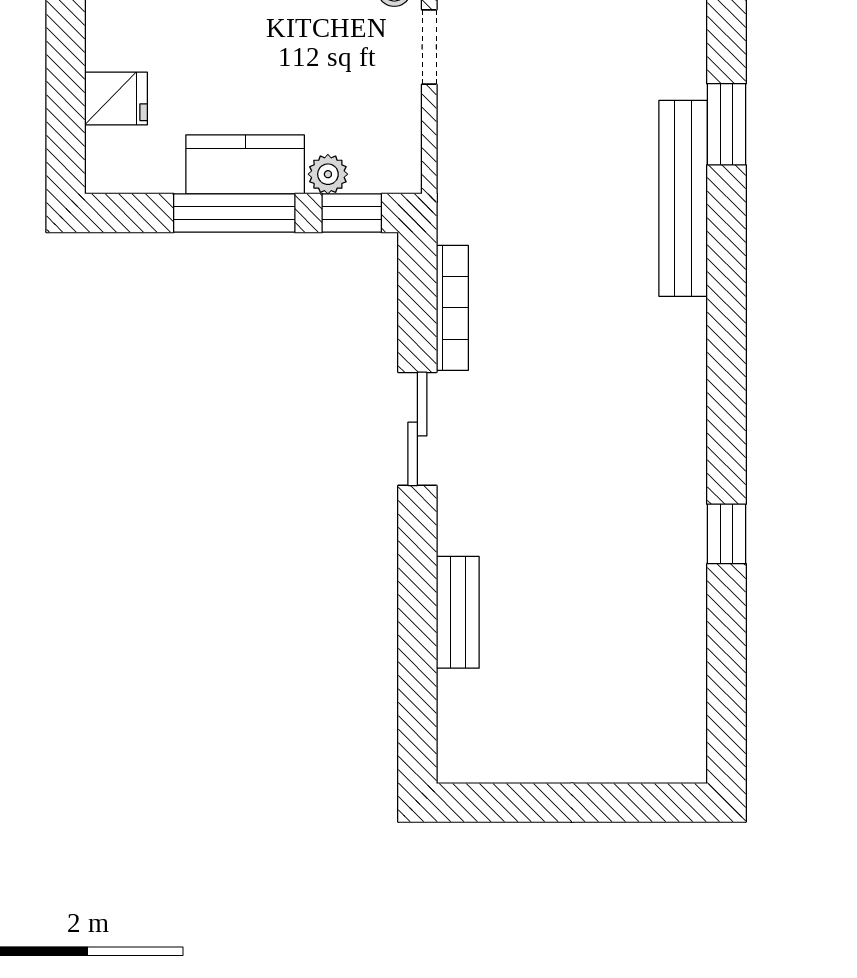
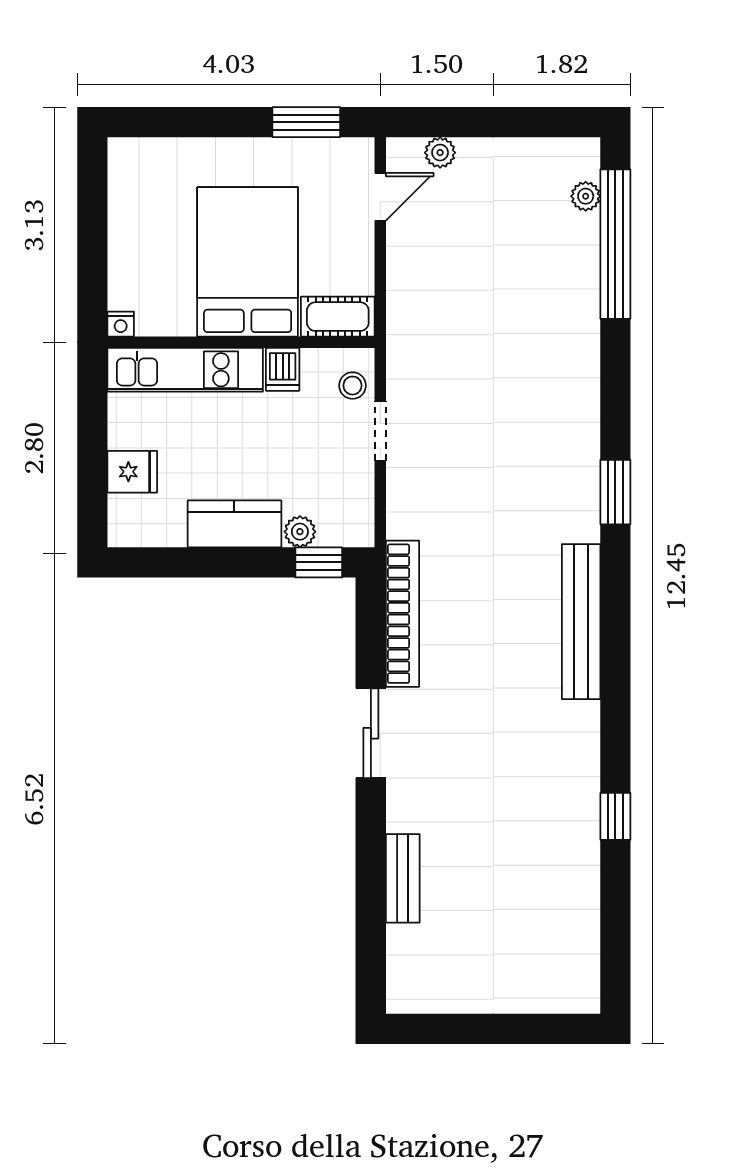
bench: (683, 198) -> (581, 622), moved
window: (234, 213) -> (226, 562), removed
bookcase: (452, 308) -> (402, 614), width x1.48, depth x1.31

